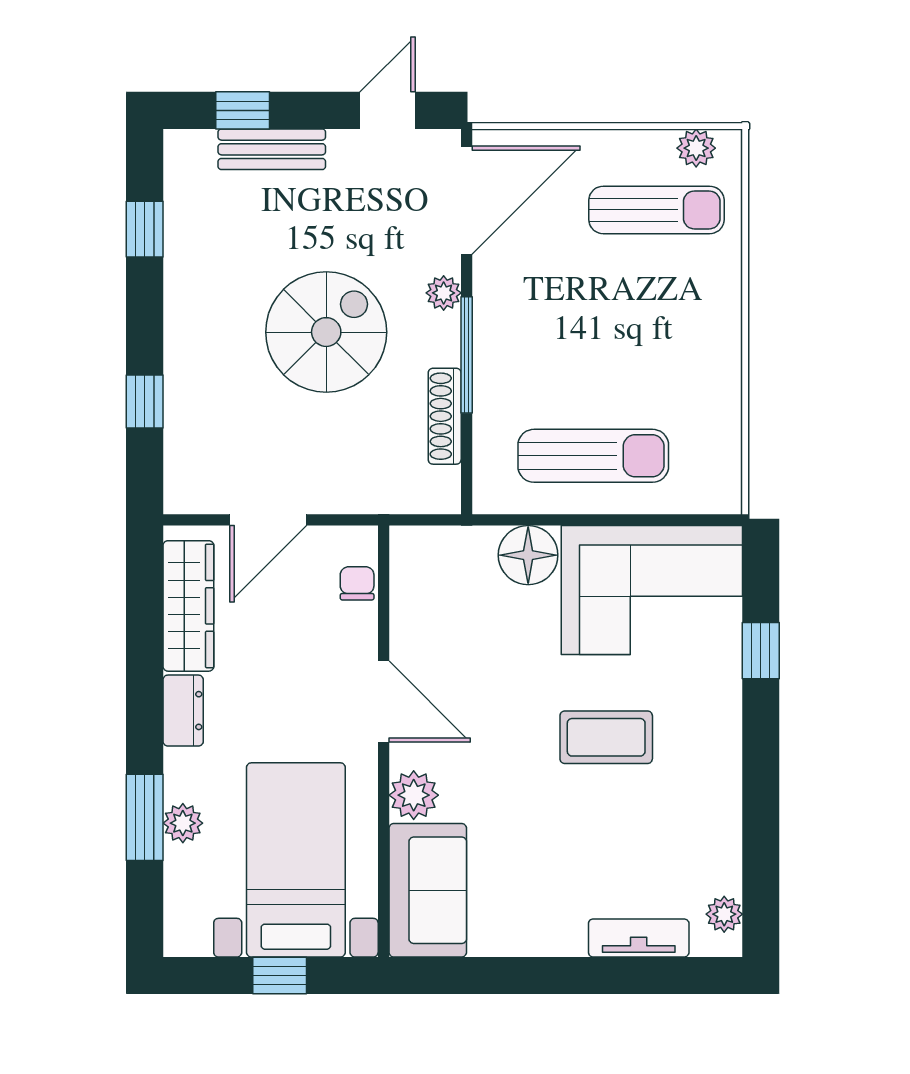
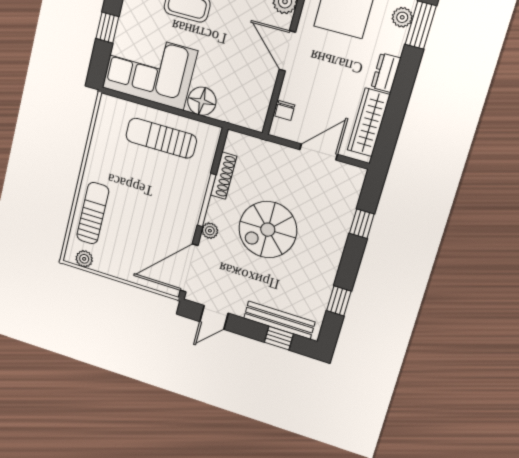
bench: (272, 149) -> (279, 320), width x1.36
sun lounger: (656, 210) -> (93, 213), moved, turned 90

